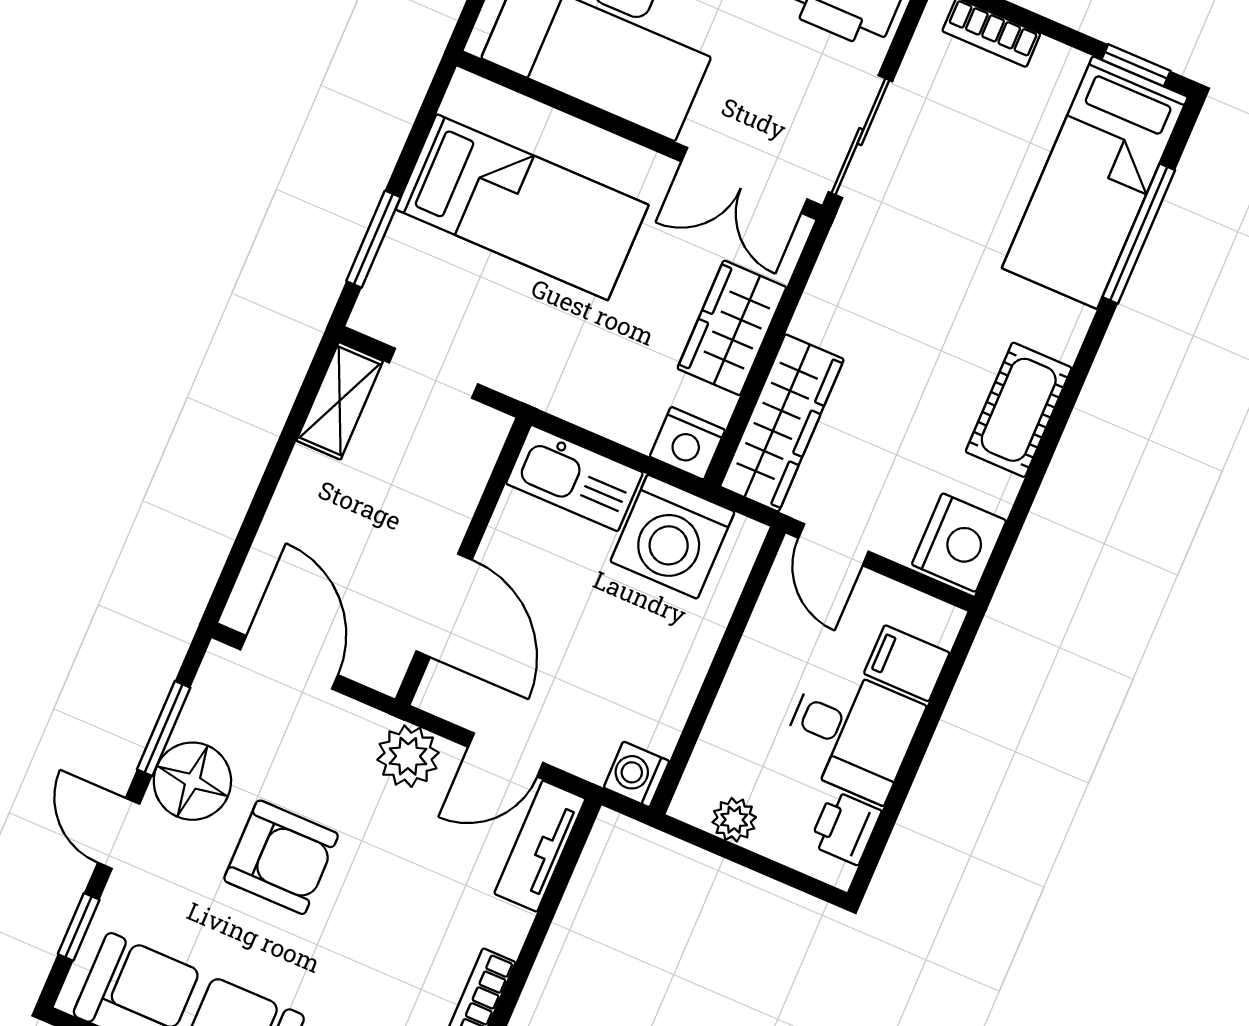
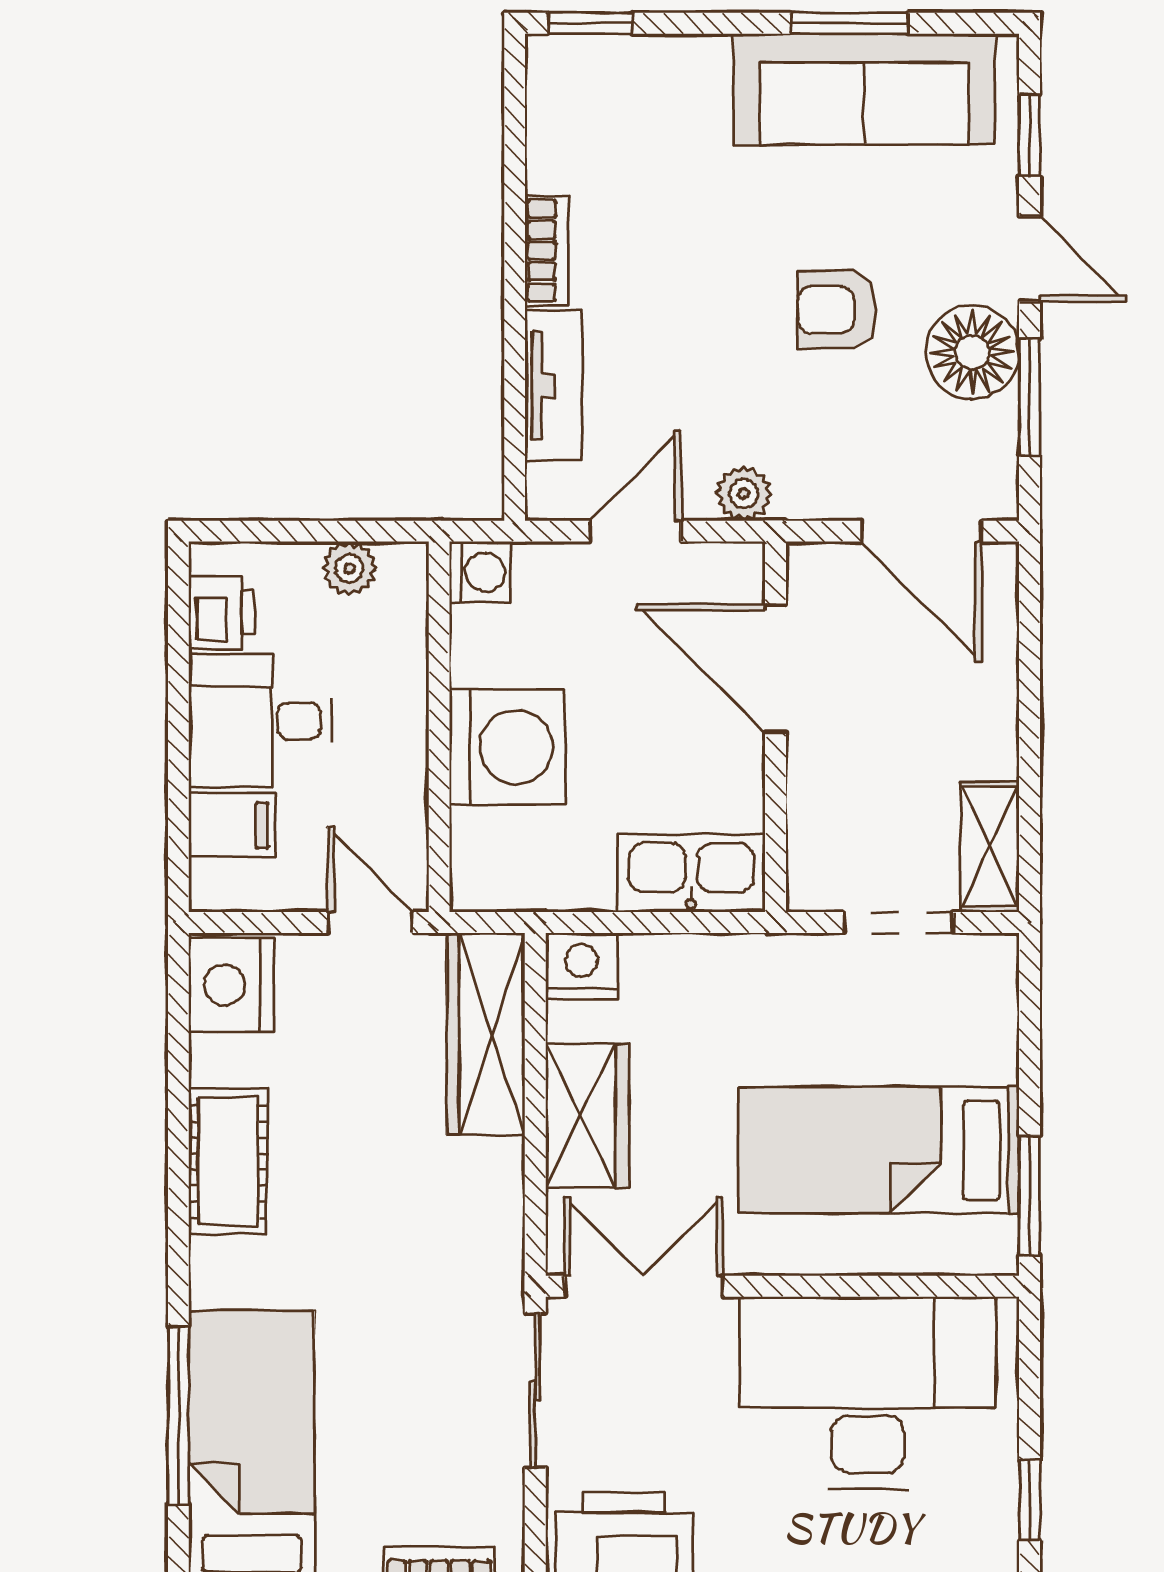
window: (373, 239) -> (1029, 1196), moved
washing machine: (672, 537) -> (507, 747), moved, turned 90
plant: (408, 756) -> (744, 493), width x0.73, depth x0.73
tv unit: (540, 846) -> (554, 386), moved
armchair: (281, 857) -> (837, 310), width x0.72, depth x0.72

